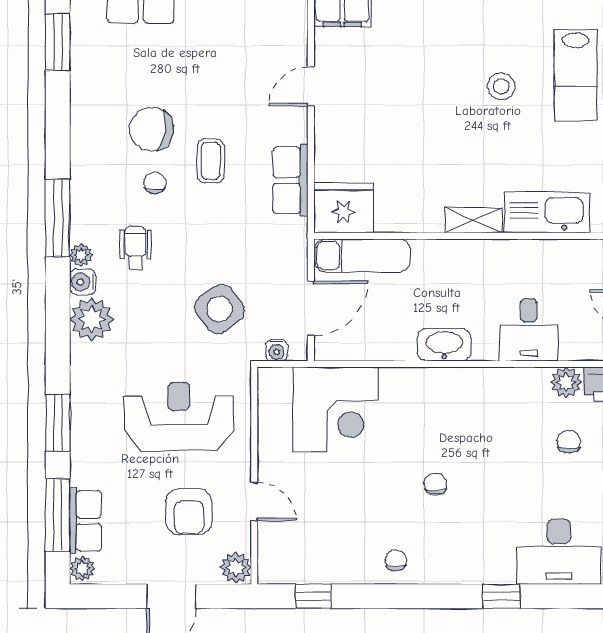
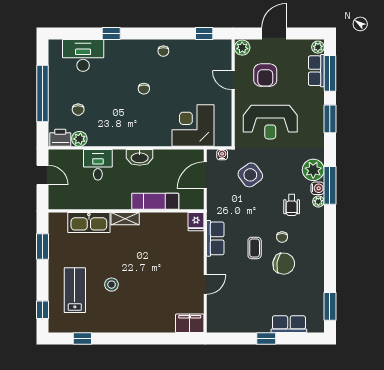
fridge: (344, 208) -> (196, 222), width x0.53, depth x0.75
window: (58, 218) -> (330, 185), moved
exam couch: (362, 256) -> (155, 201), moved
armchair: (189, 512) -> (265, 75), turned 180

